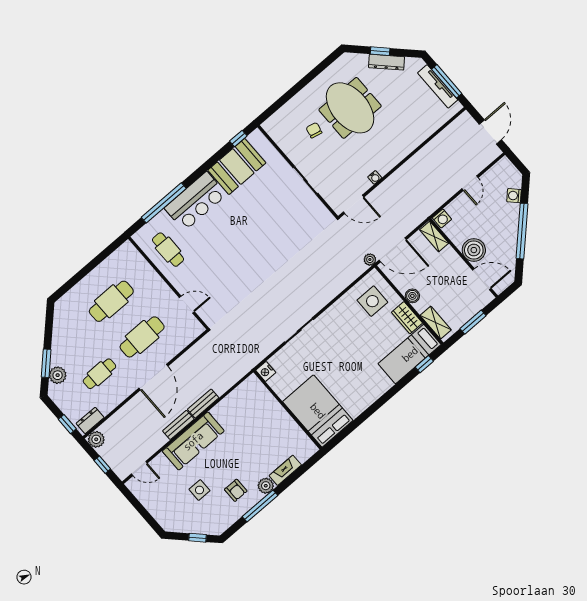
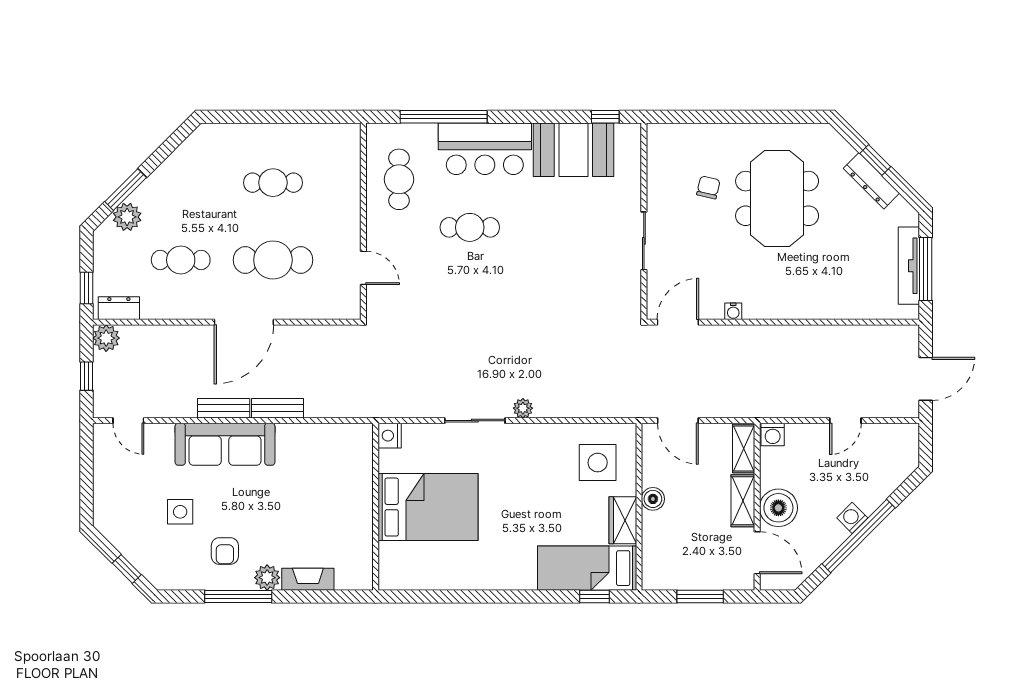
washing machine: (514, 196) -> (852, 518), moved
door: (354, 204) -> (678, 322), swing flipped
cafe table: (220, 244) -> (470, 227), added
door: (393, 250) -> (678, 421), width x0.73
plant: (370, 260) -> (523, 408), moved
cafe table: (111, 301) -> (273, 183), width x0.73, depth x0.74
shelving: (436, 323) -> (743, 501), moved
bed: (318, 411) -> (428, 507), moved, turned 90

